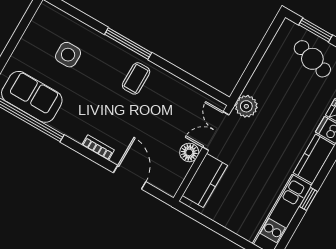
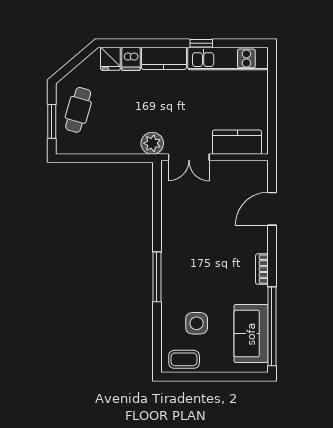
coffee table: (136, 78) -> (184, 359), moved
bookcase: (98, 148) -> (262, 269), moved
floor lamp: (189, 152) -> (221, 170), removed

